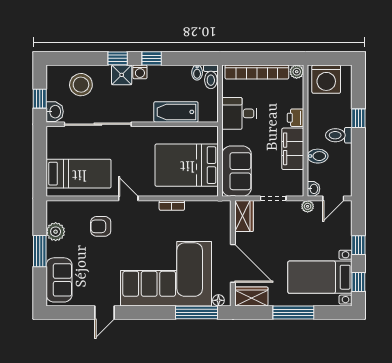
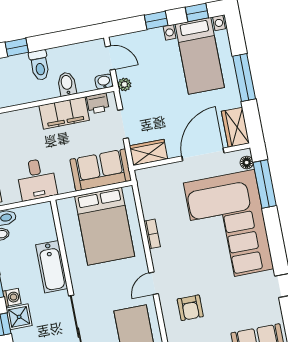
bathtub: (176, 112) -> (52, 267), moved
printer: (295, 118) -> (98, 103), moved

